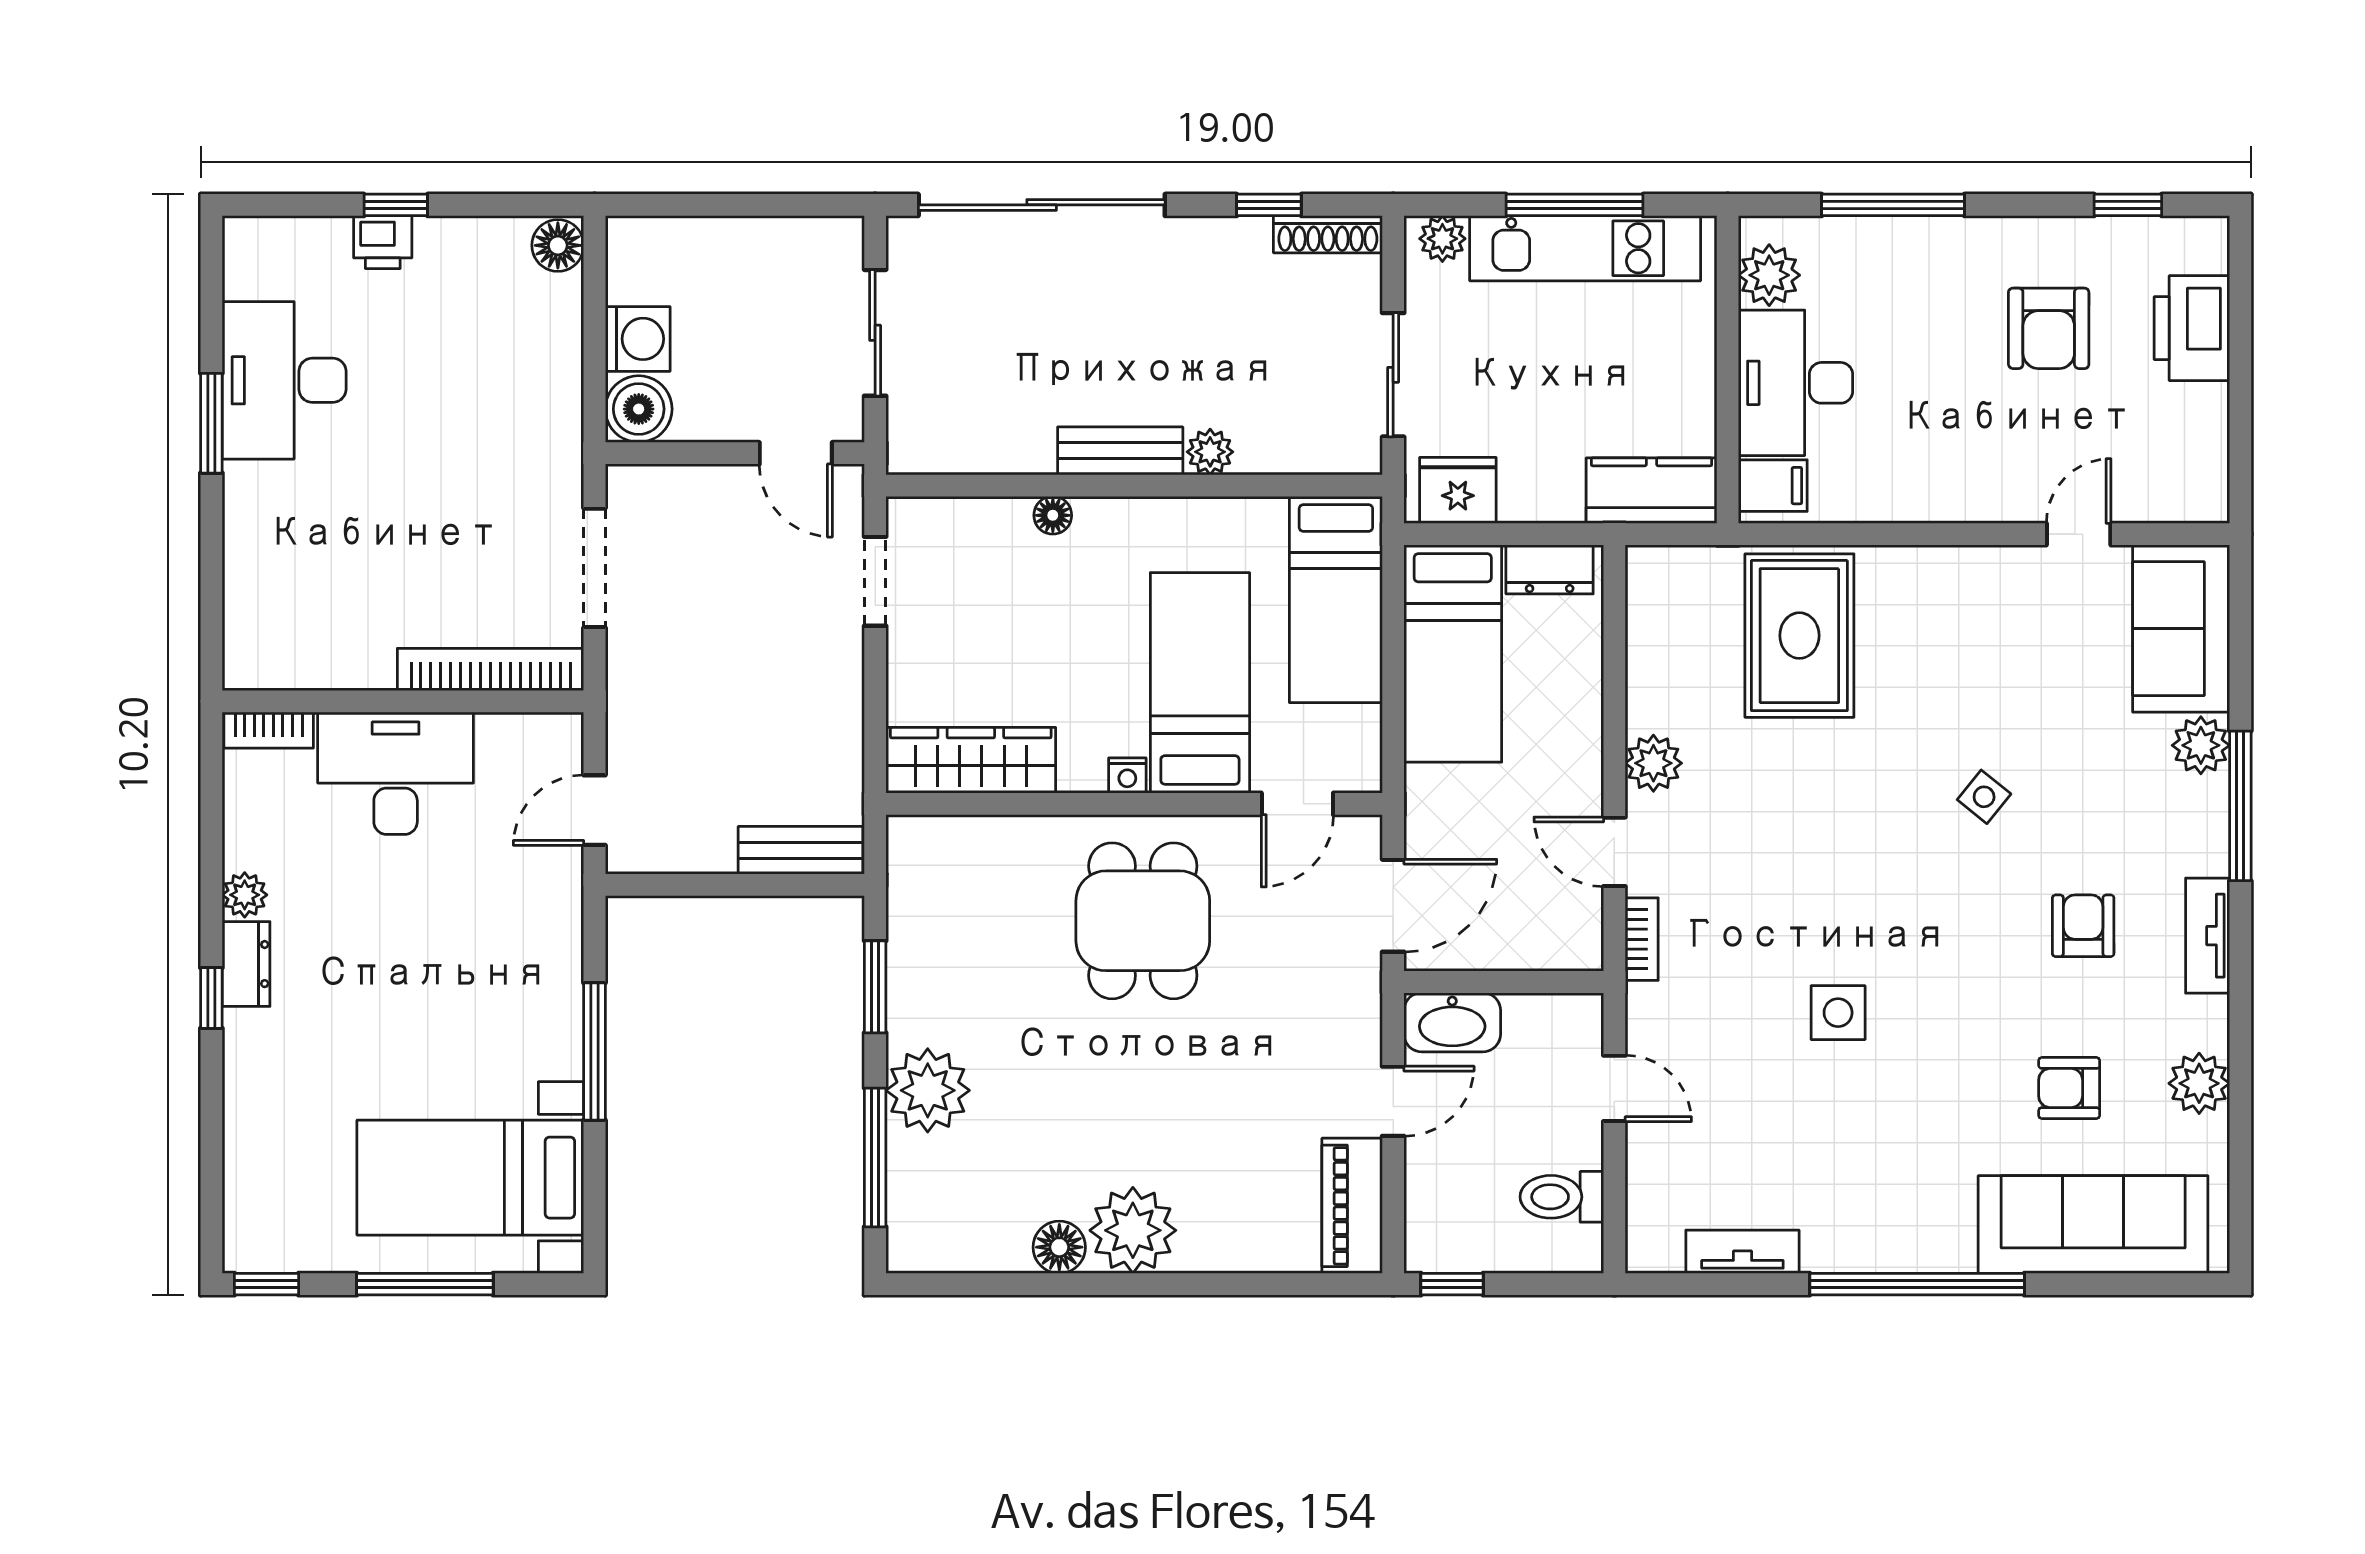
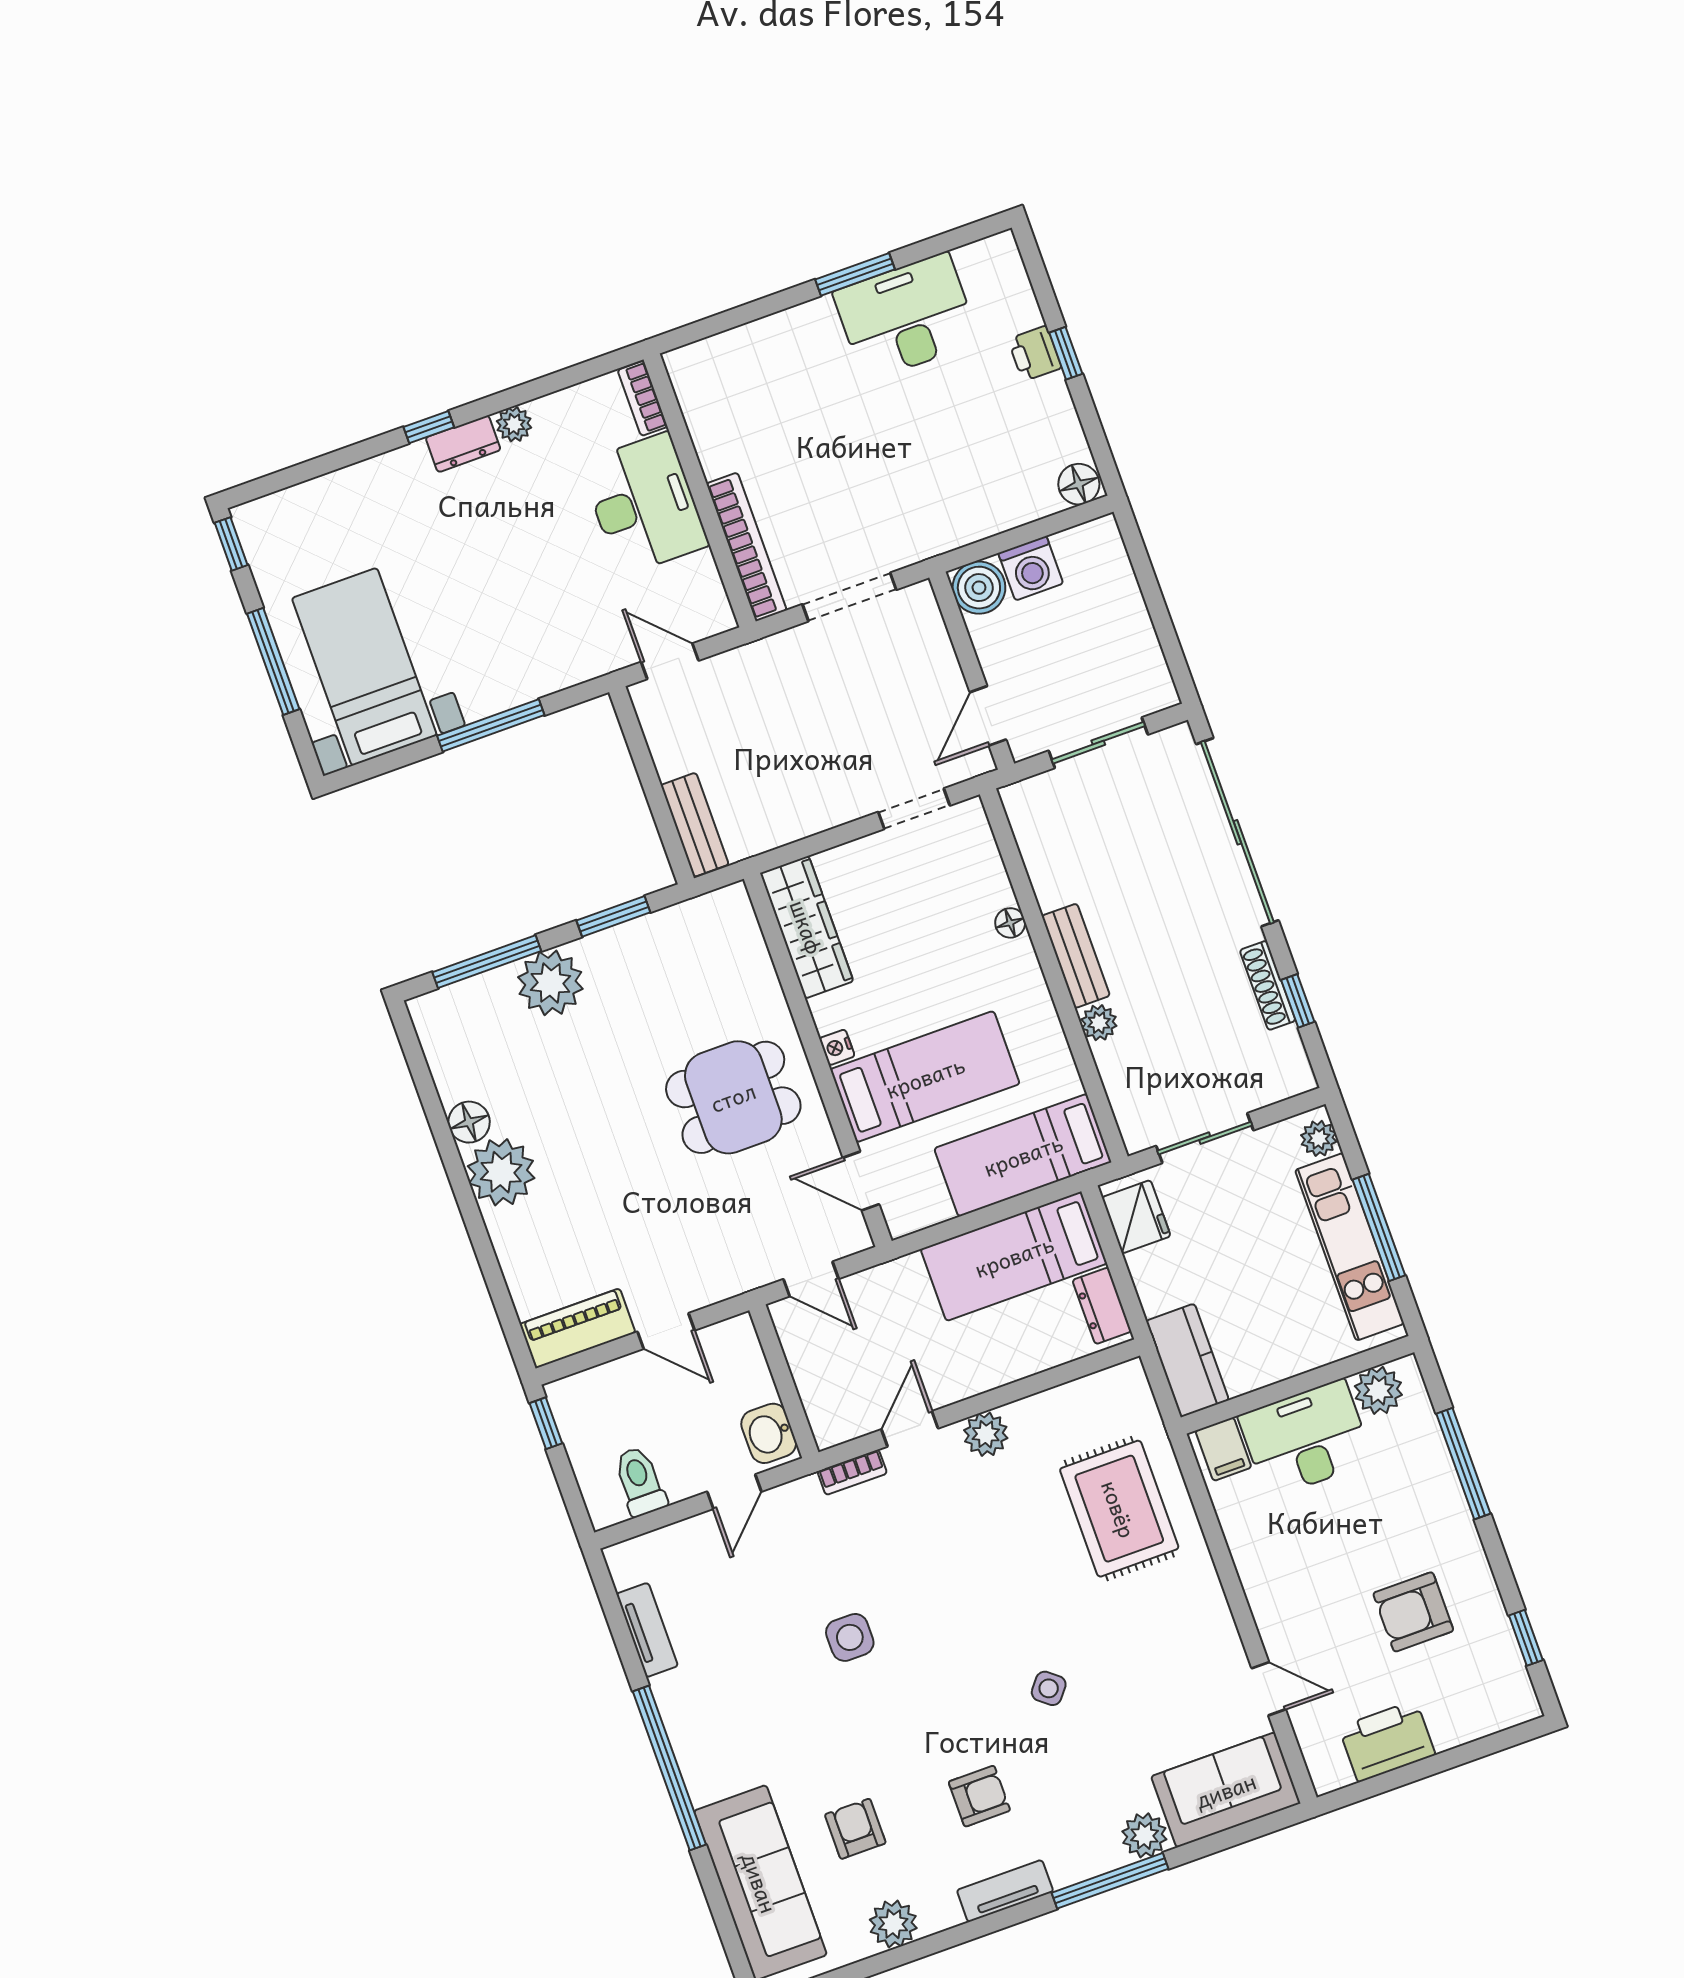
shoe rack: (1328, 234) -> (1268, 985), moved
printer: (2192, 328) -> (1387, 1741), moved
rug: (1799, 636) -> (1119, 1509), turned 90
door: (1393, 906) -> (811, 1279), width x0.73
washbasin: (1452, 1022) -> (769, 1433), moved, width x0.72

